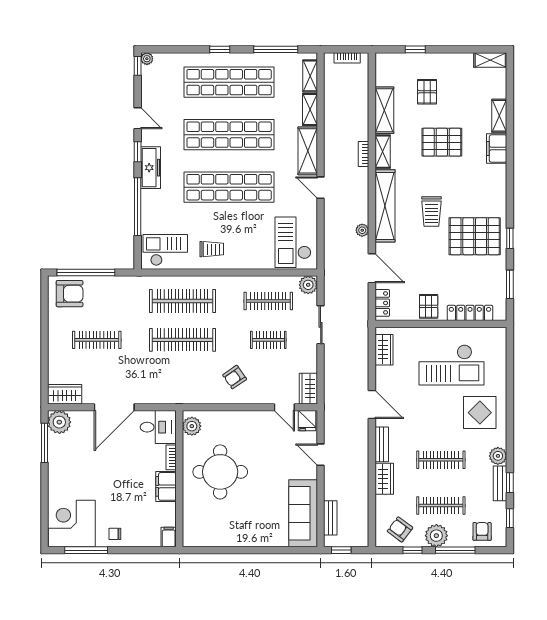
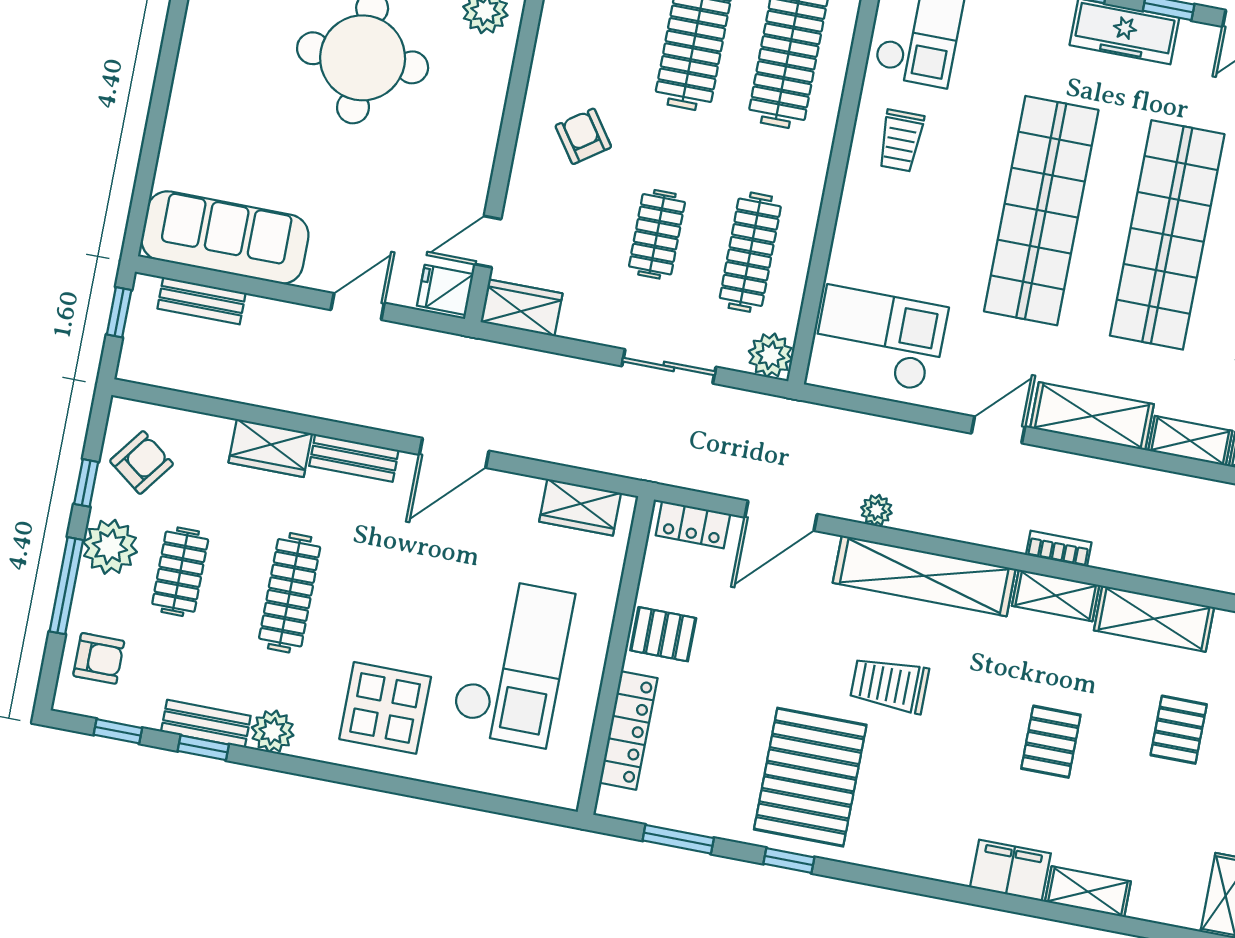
pallet: (427, 92) -> (1179, 730), turned 90
pallet: (442, 142) -> (1051, 742), width x0.67, depth x0.71
checkout: (452, 365) -> (512, 662), turned 180
clothes rail: (441, 505) -> (180, 572), width x0.73

